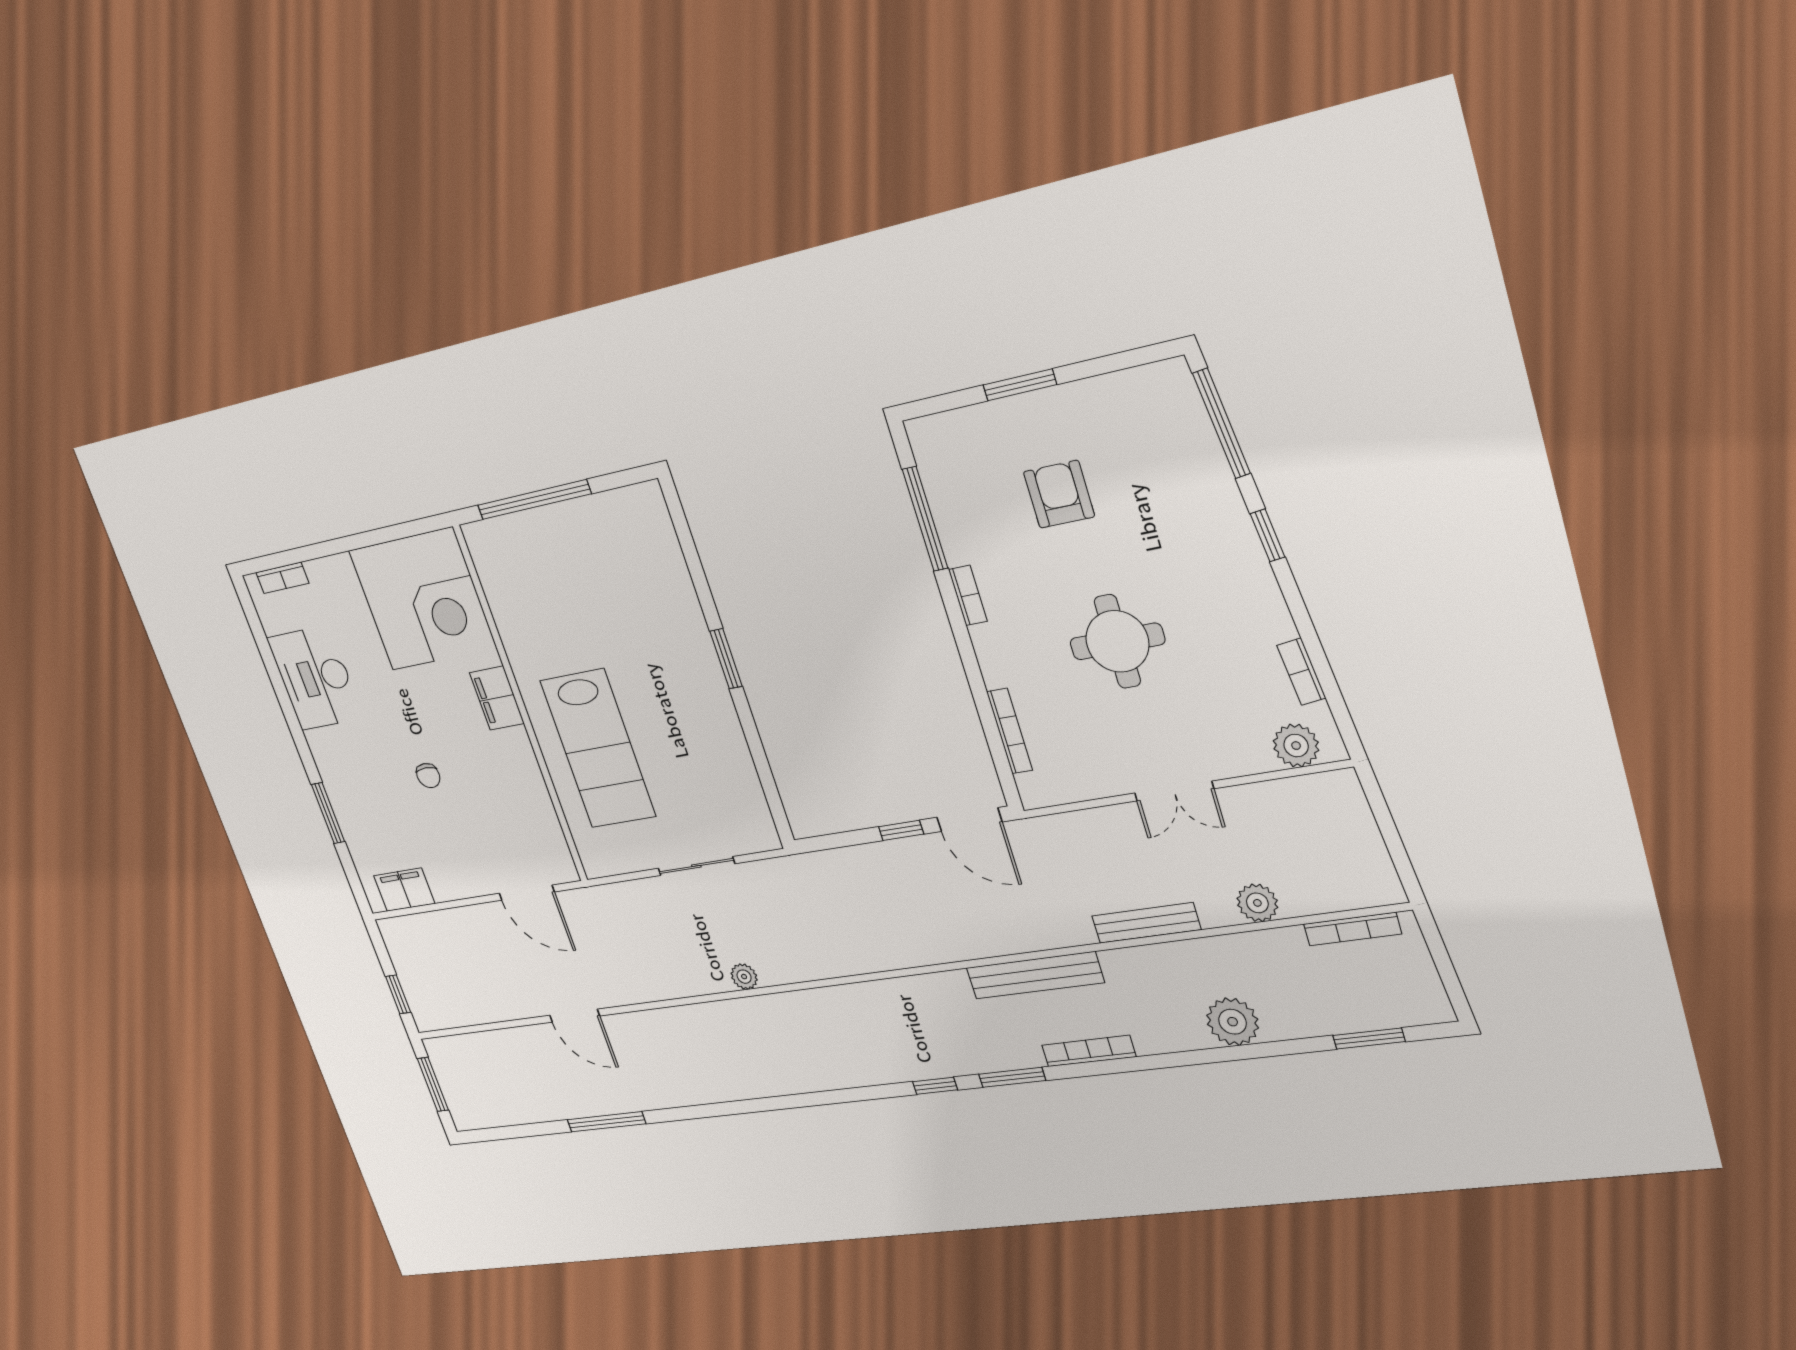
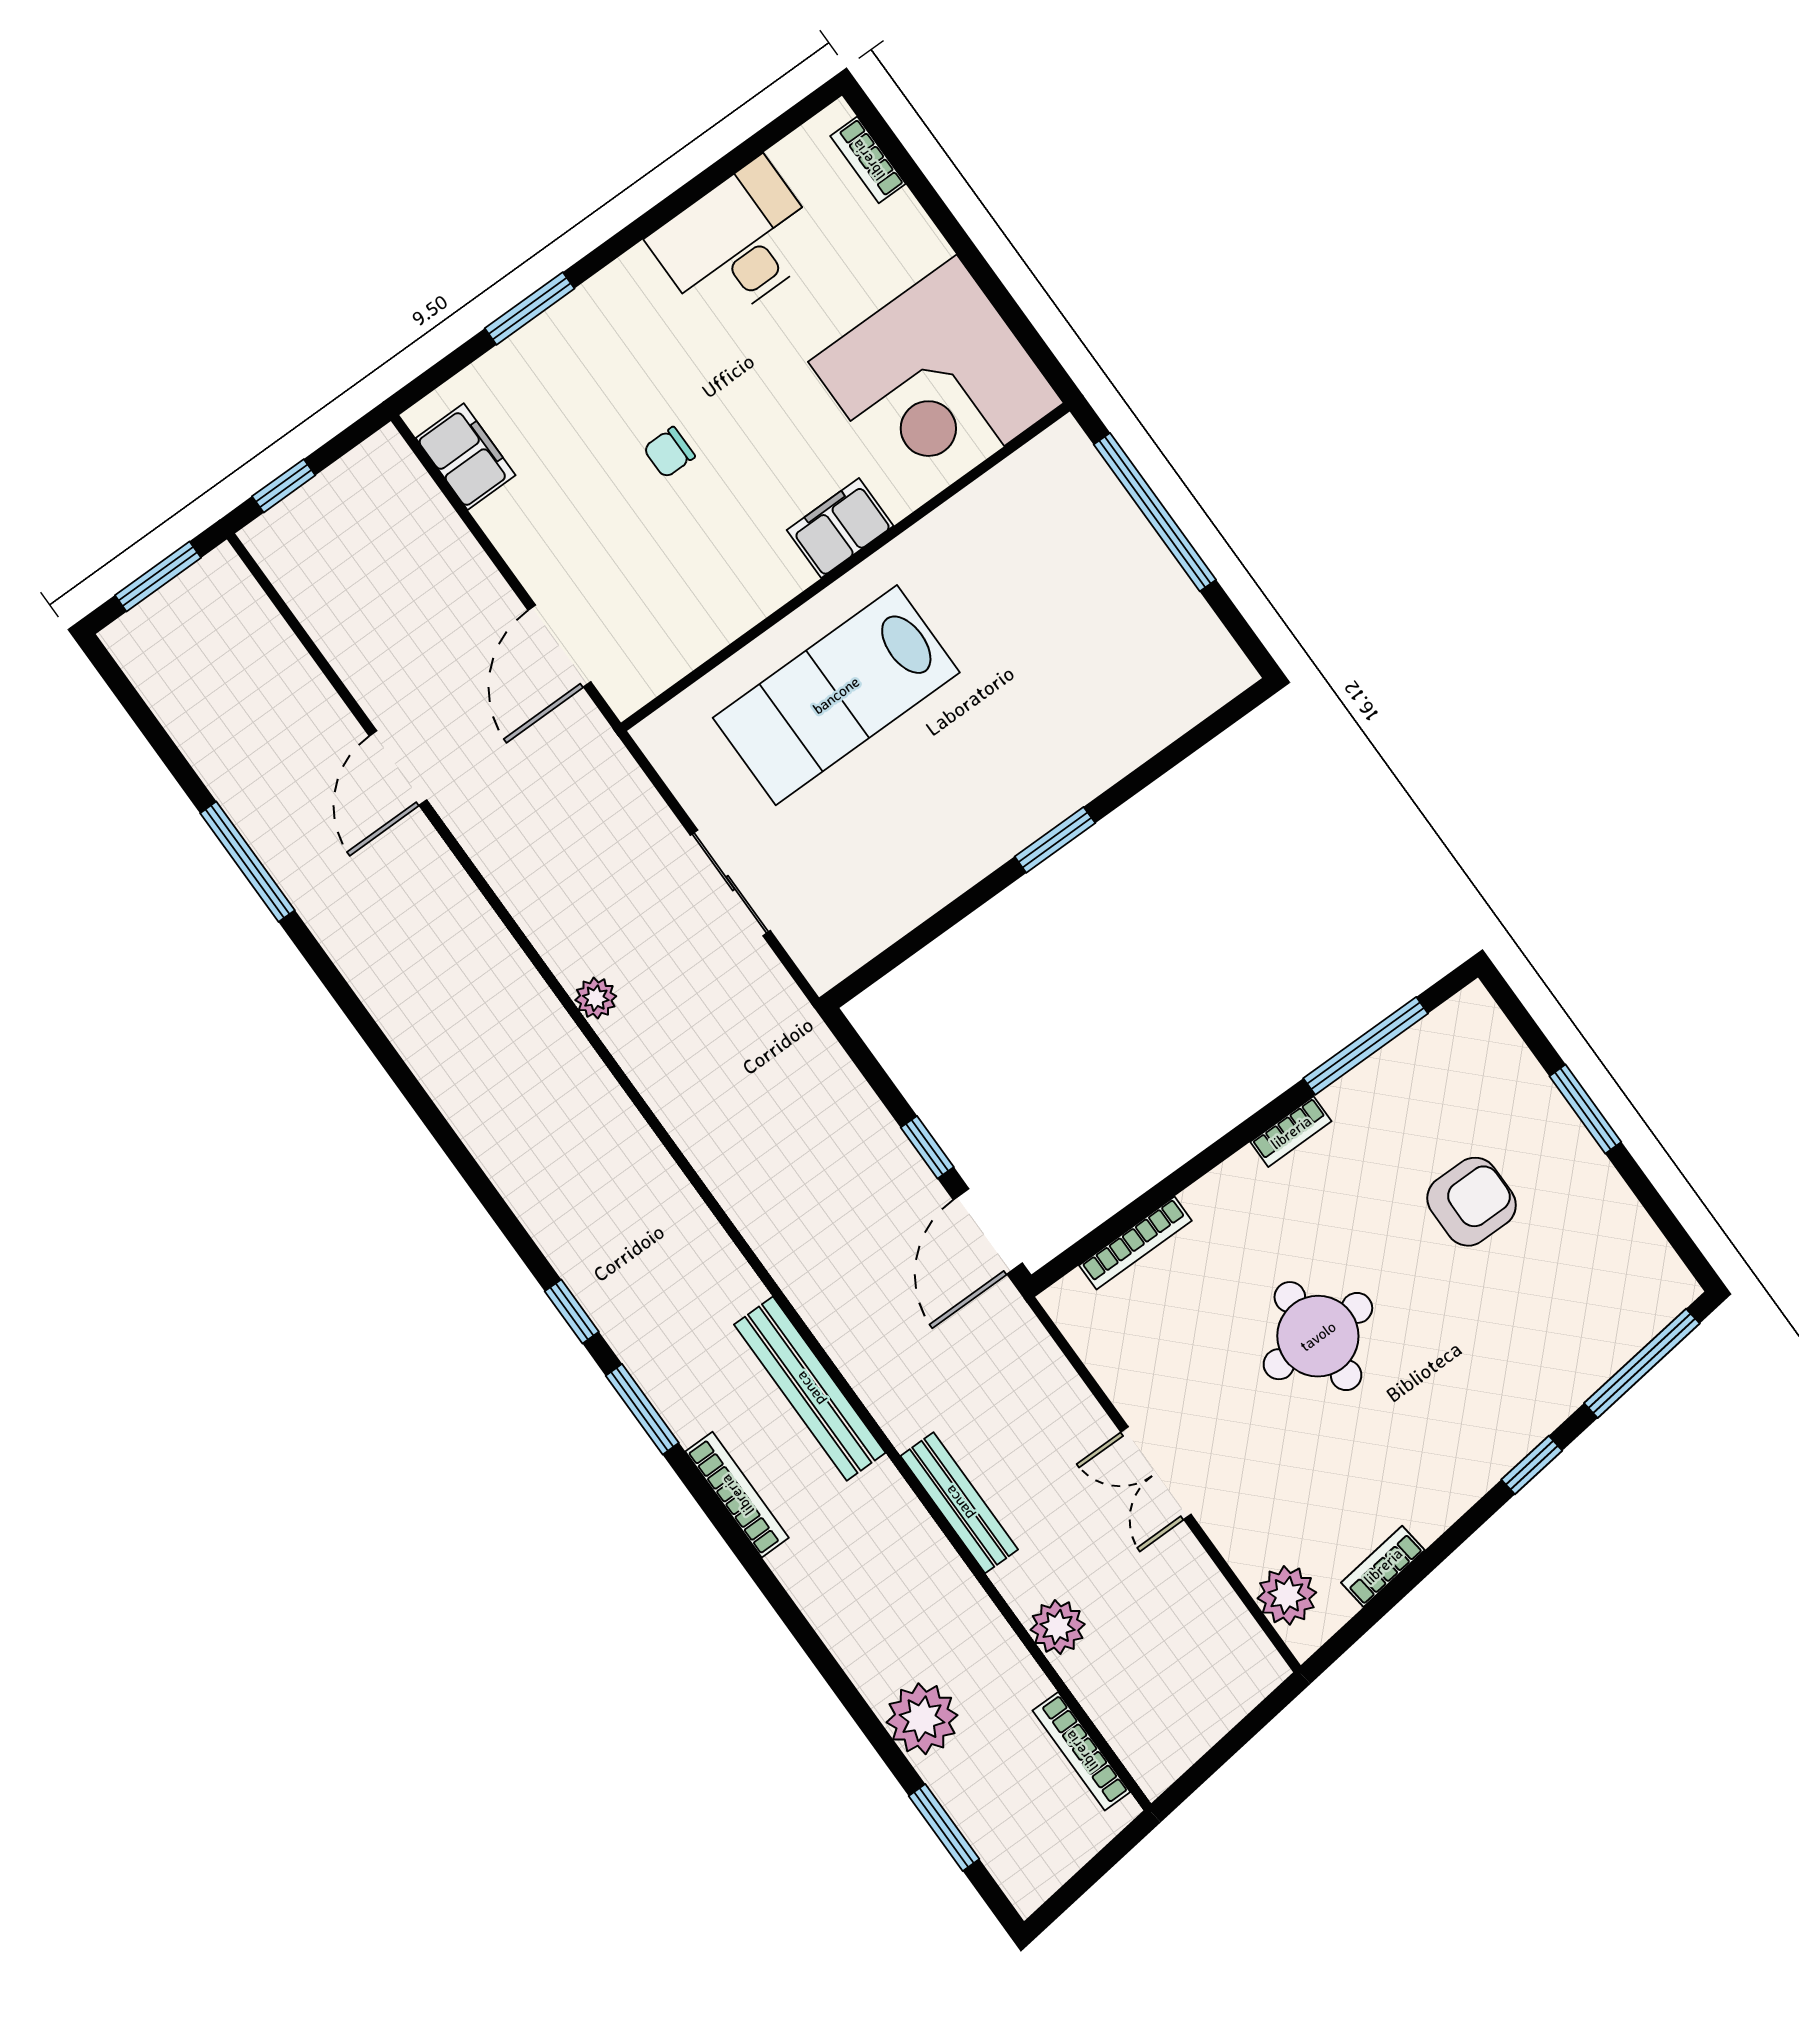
plant: (1233, 1022) -> (922, 1719), moved

